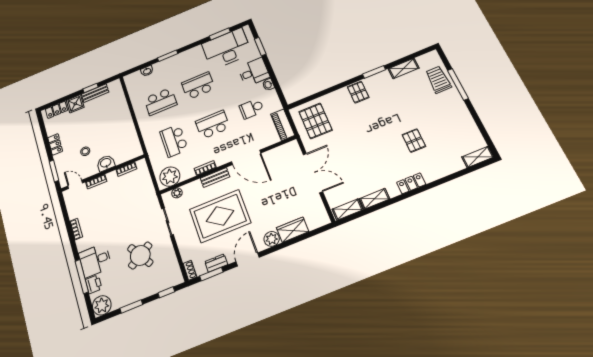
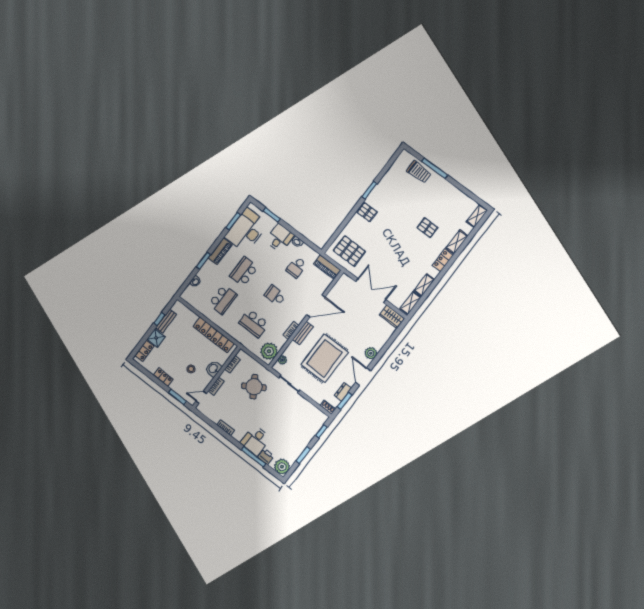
piano: (189, 55) -> (220, 251), added
shelving: (404, 68) -> (457, 242), moved
trolley: (438, 80) -> (419, 172), turned 180
school desk: (213, 125) -> (275, 295), width x0.54
locker: (129, 131) -> (214, 335), added
wardrobe: (293, 230) -> (392, 317), moved, turned -90
round table: (140, 255) -> (254, 387), moved

